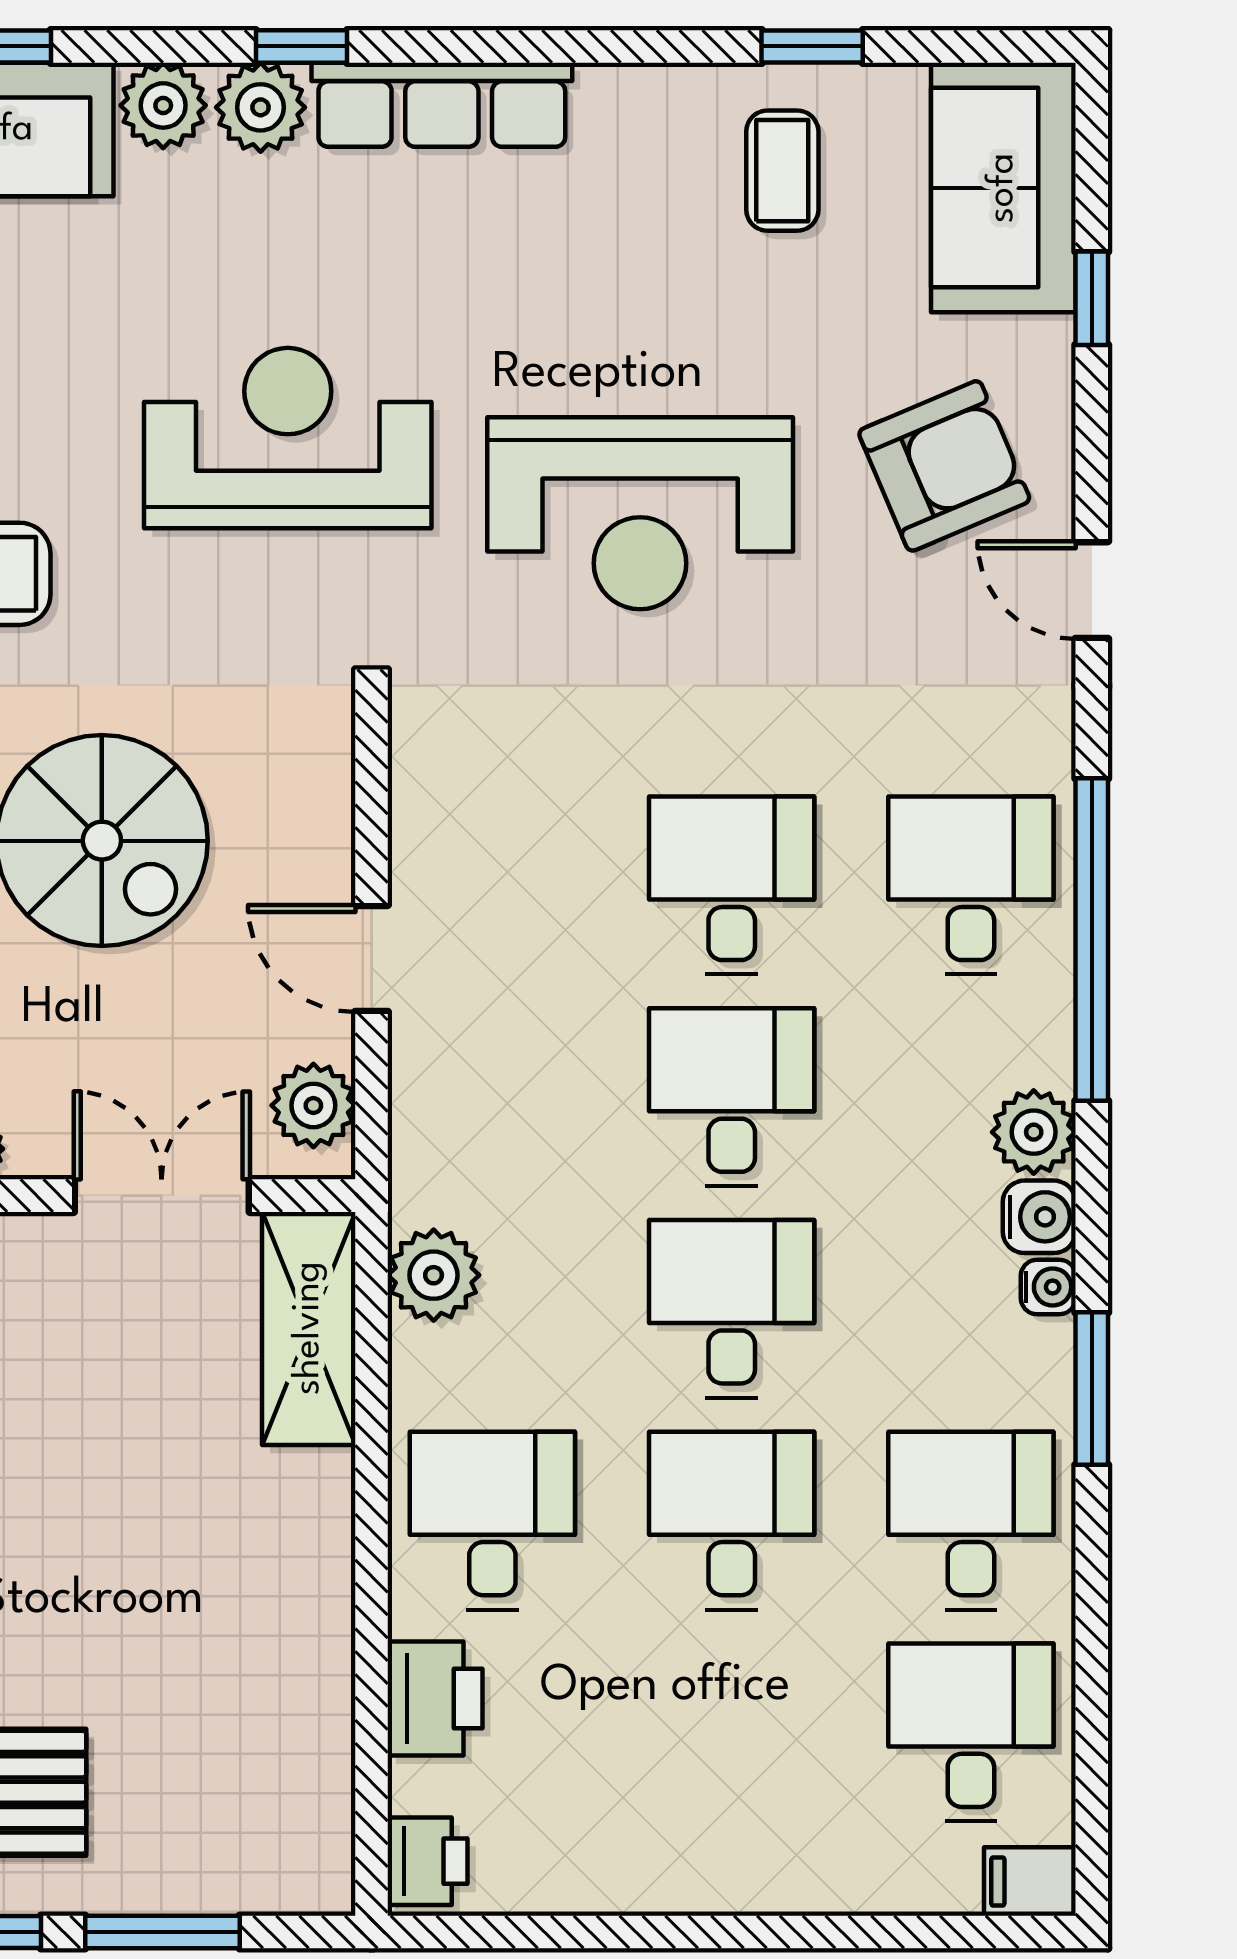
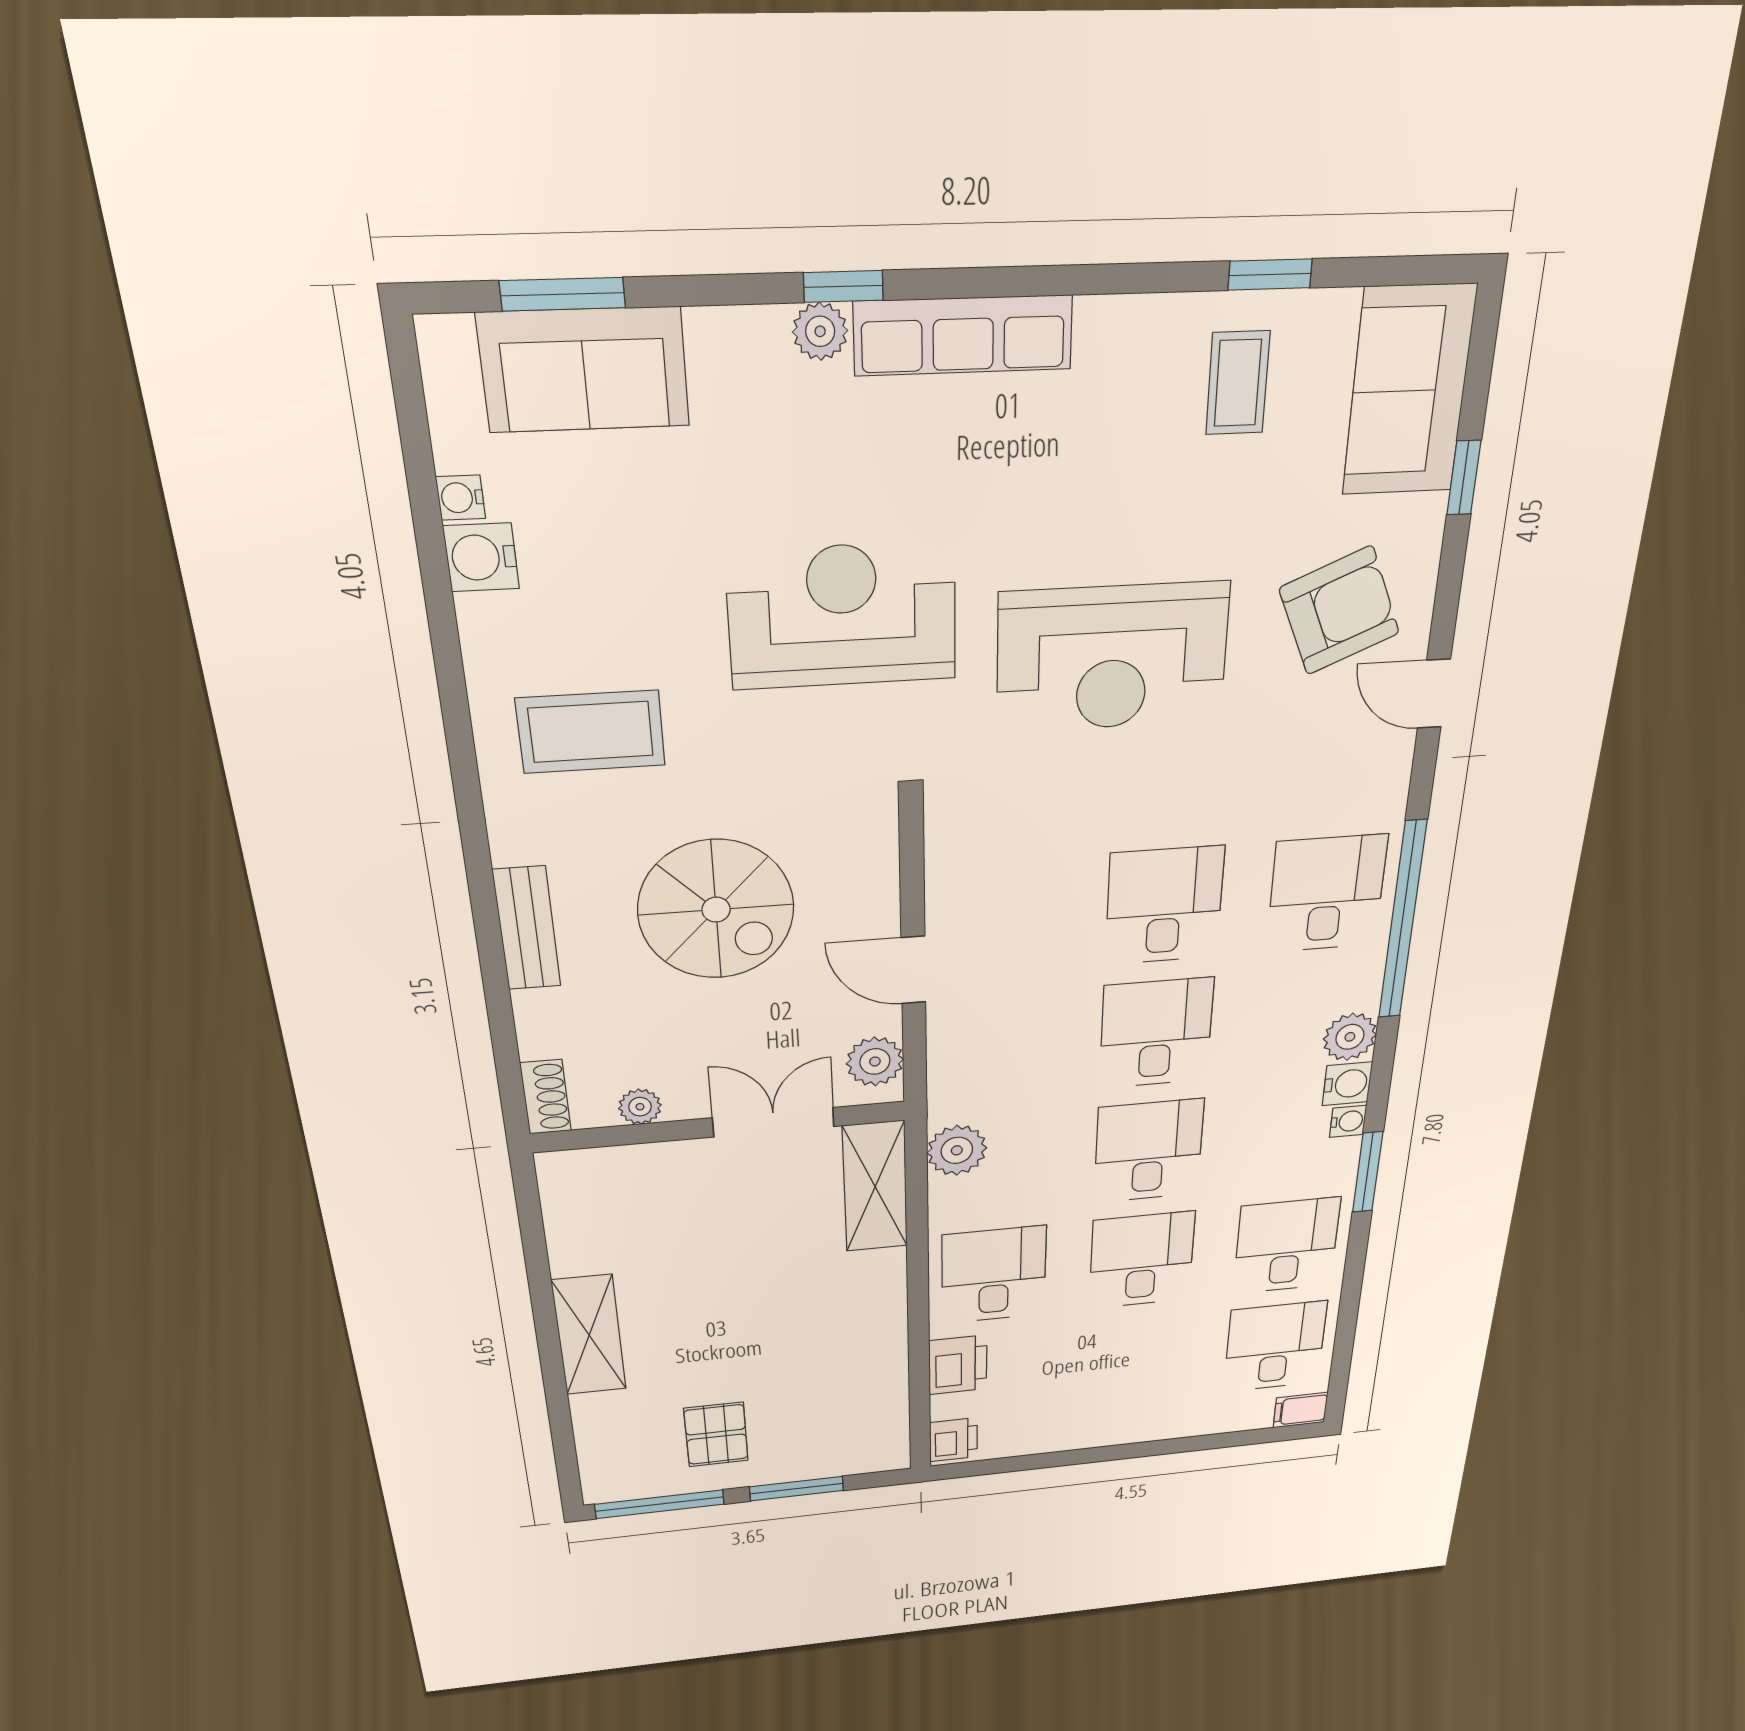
plant: (163, 105) -> (726, 344), removed
plant: (261, 107) -> (820, 331), width x0.73, depth x0.73

